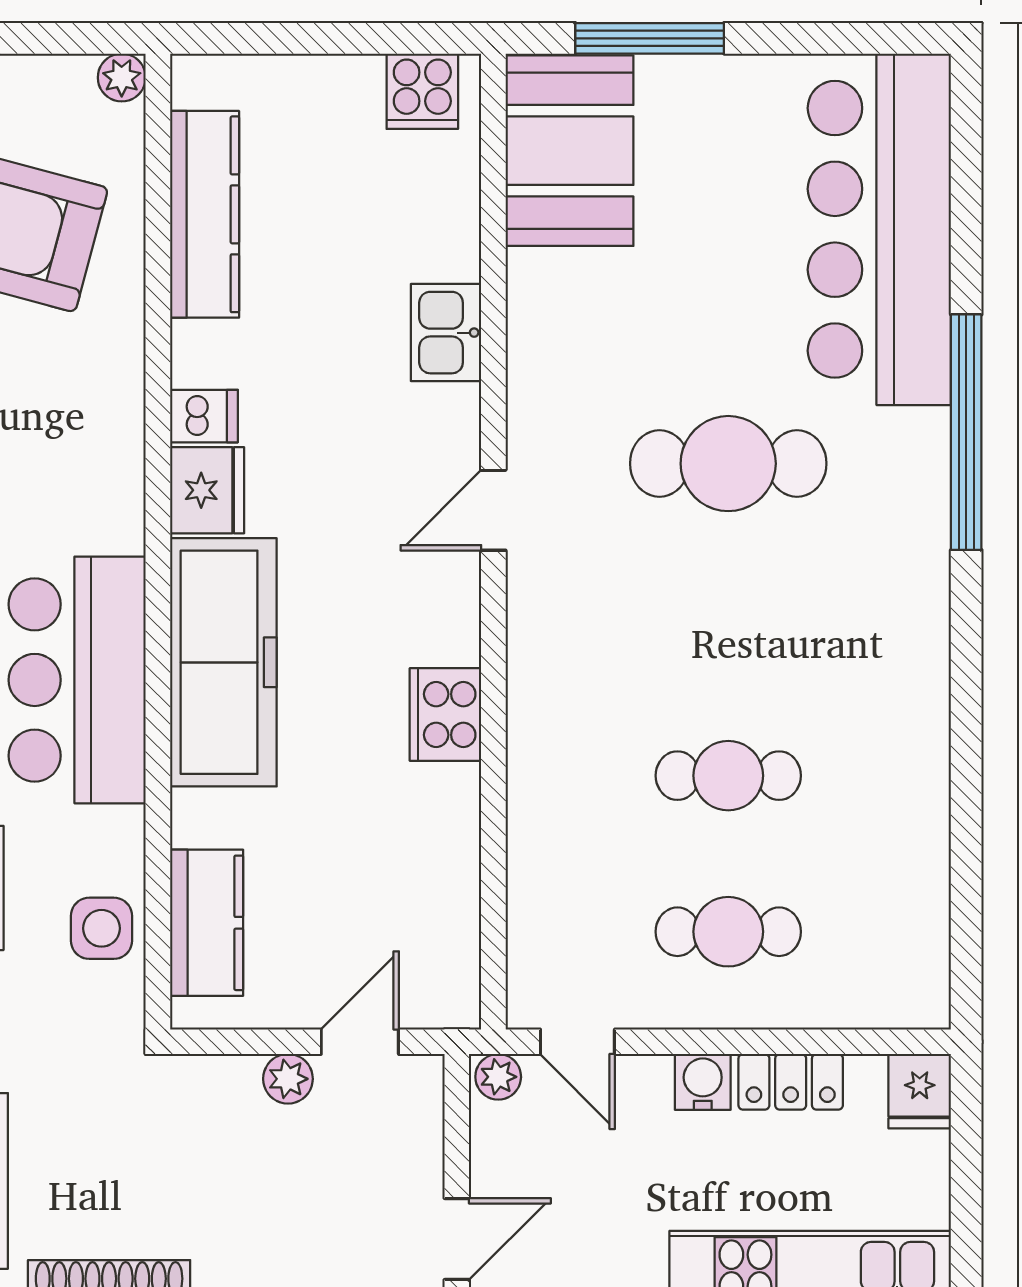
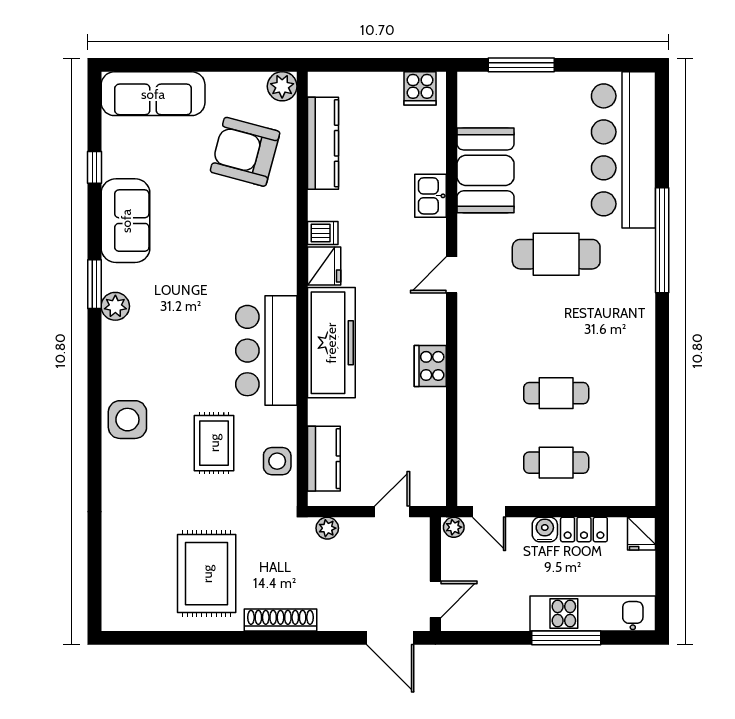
plant: (122, 78) -> (282, 86), width x1.38, depth x1.38
booth: (570, 151) -> (486, 170), moved
plant: (288, 1079) -> (327, 528), moved

